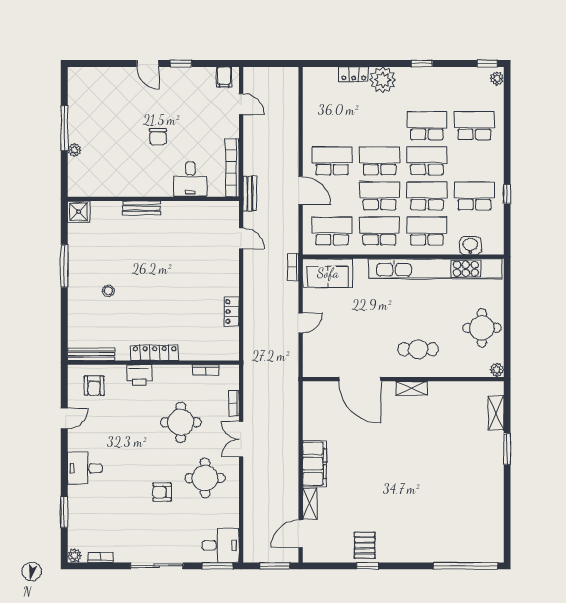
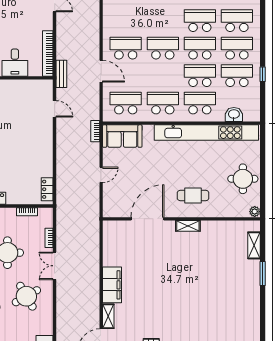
school desk: (379, 196) -> (237, 48), moved
locker: (232, 311) -> (47, 189), moved
door: (360, 379) -> (147, 219), swing flipped
round table: (205, 478) -> (26, 296), turned -30

